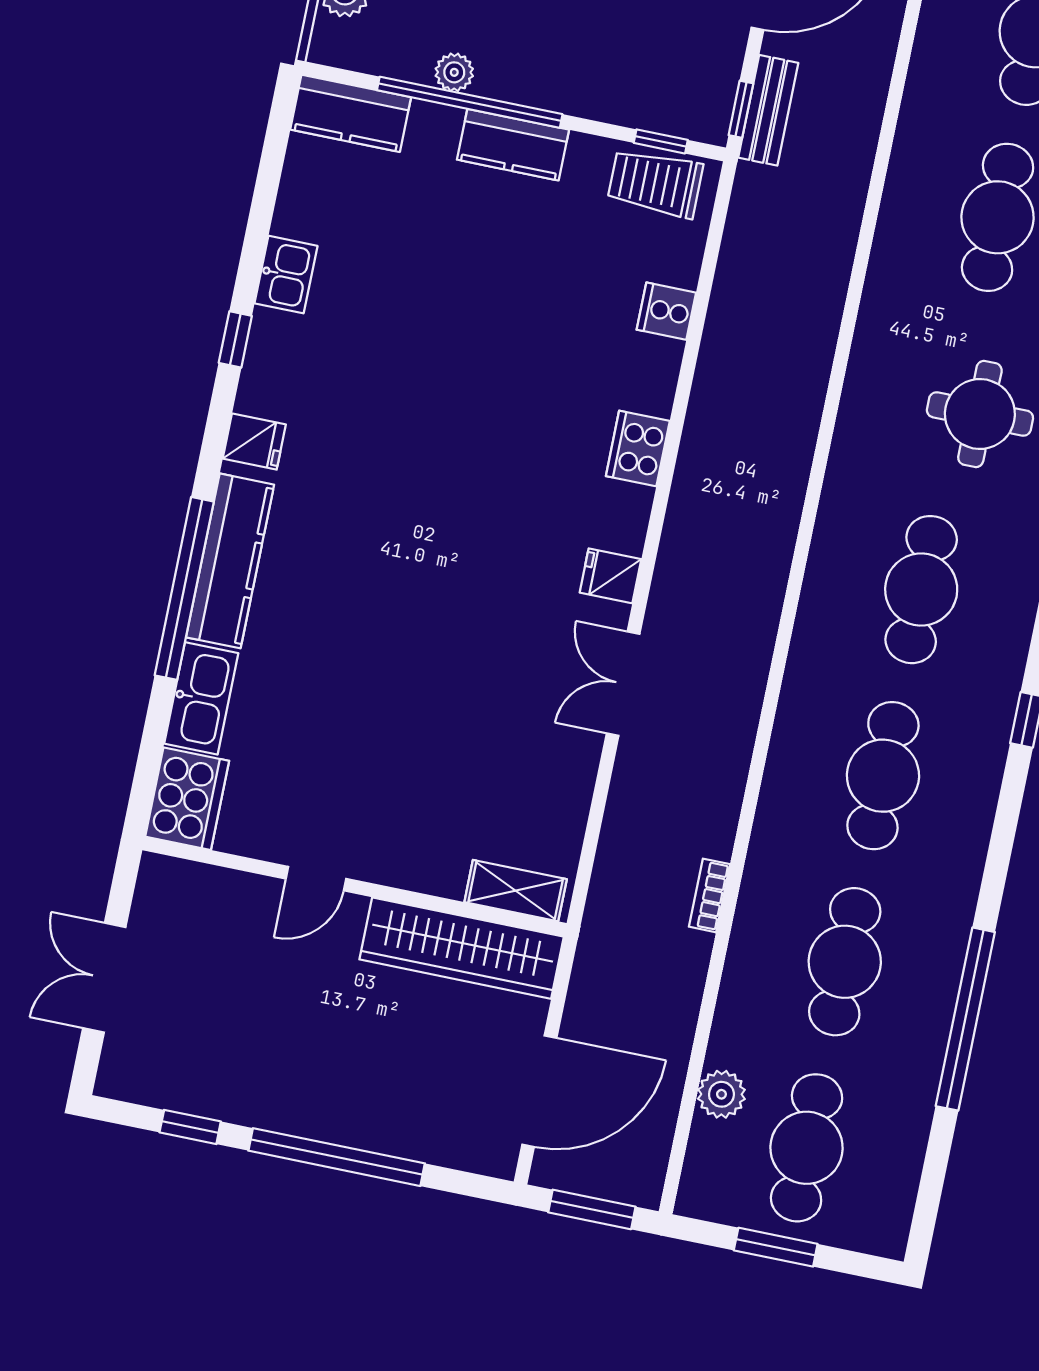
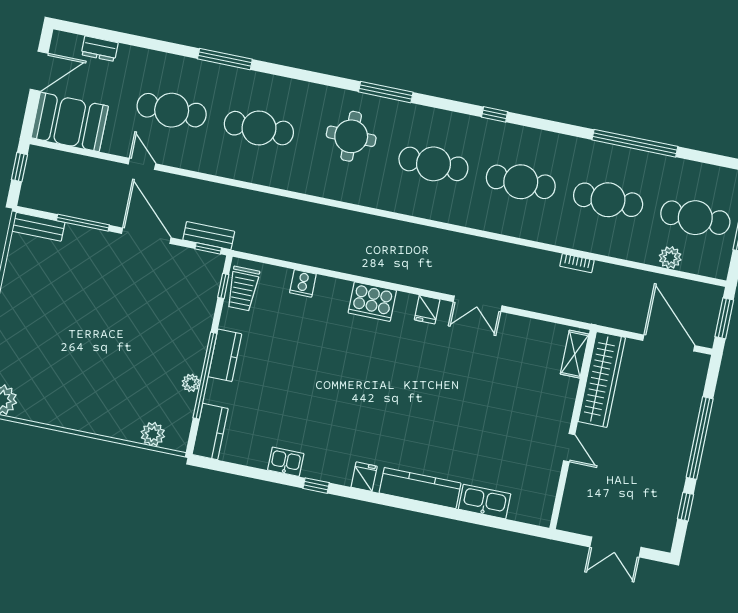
cooker: (638, 448) -> (372, 302), width x1.37, depth x1.31
window: (184, 588) -> (433, 510), removed
cooker: (187, 799) -> (532, 508), removed

